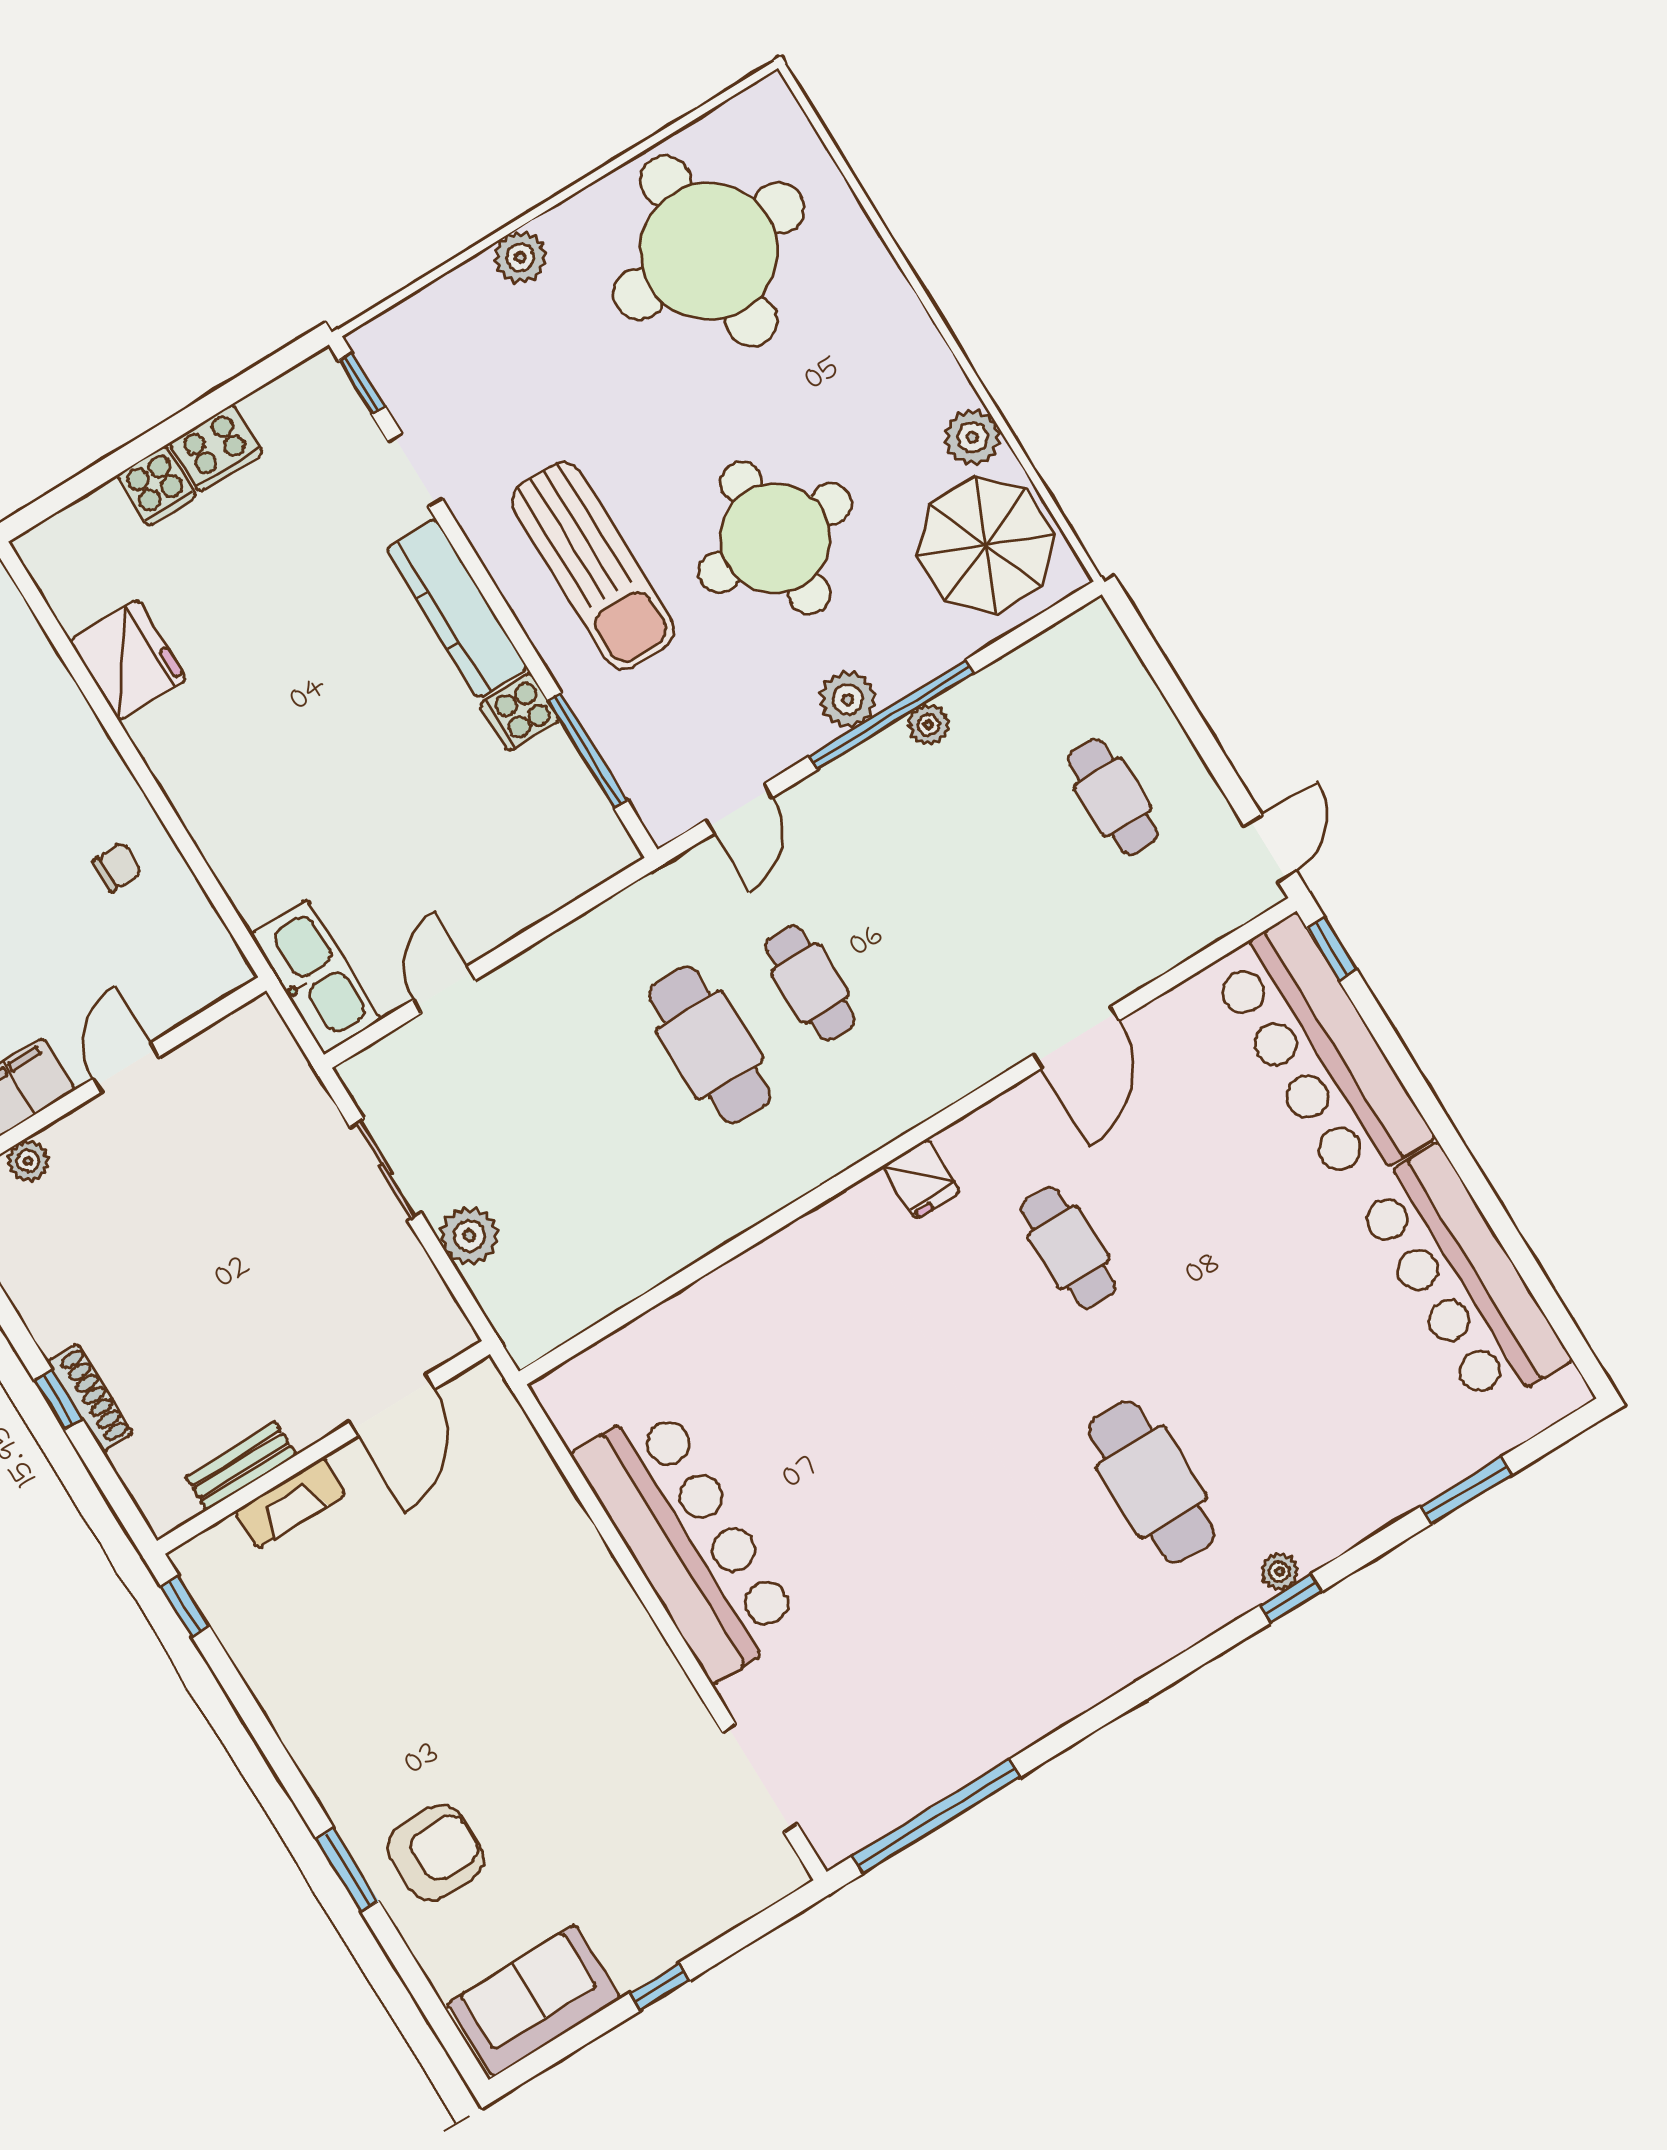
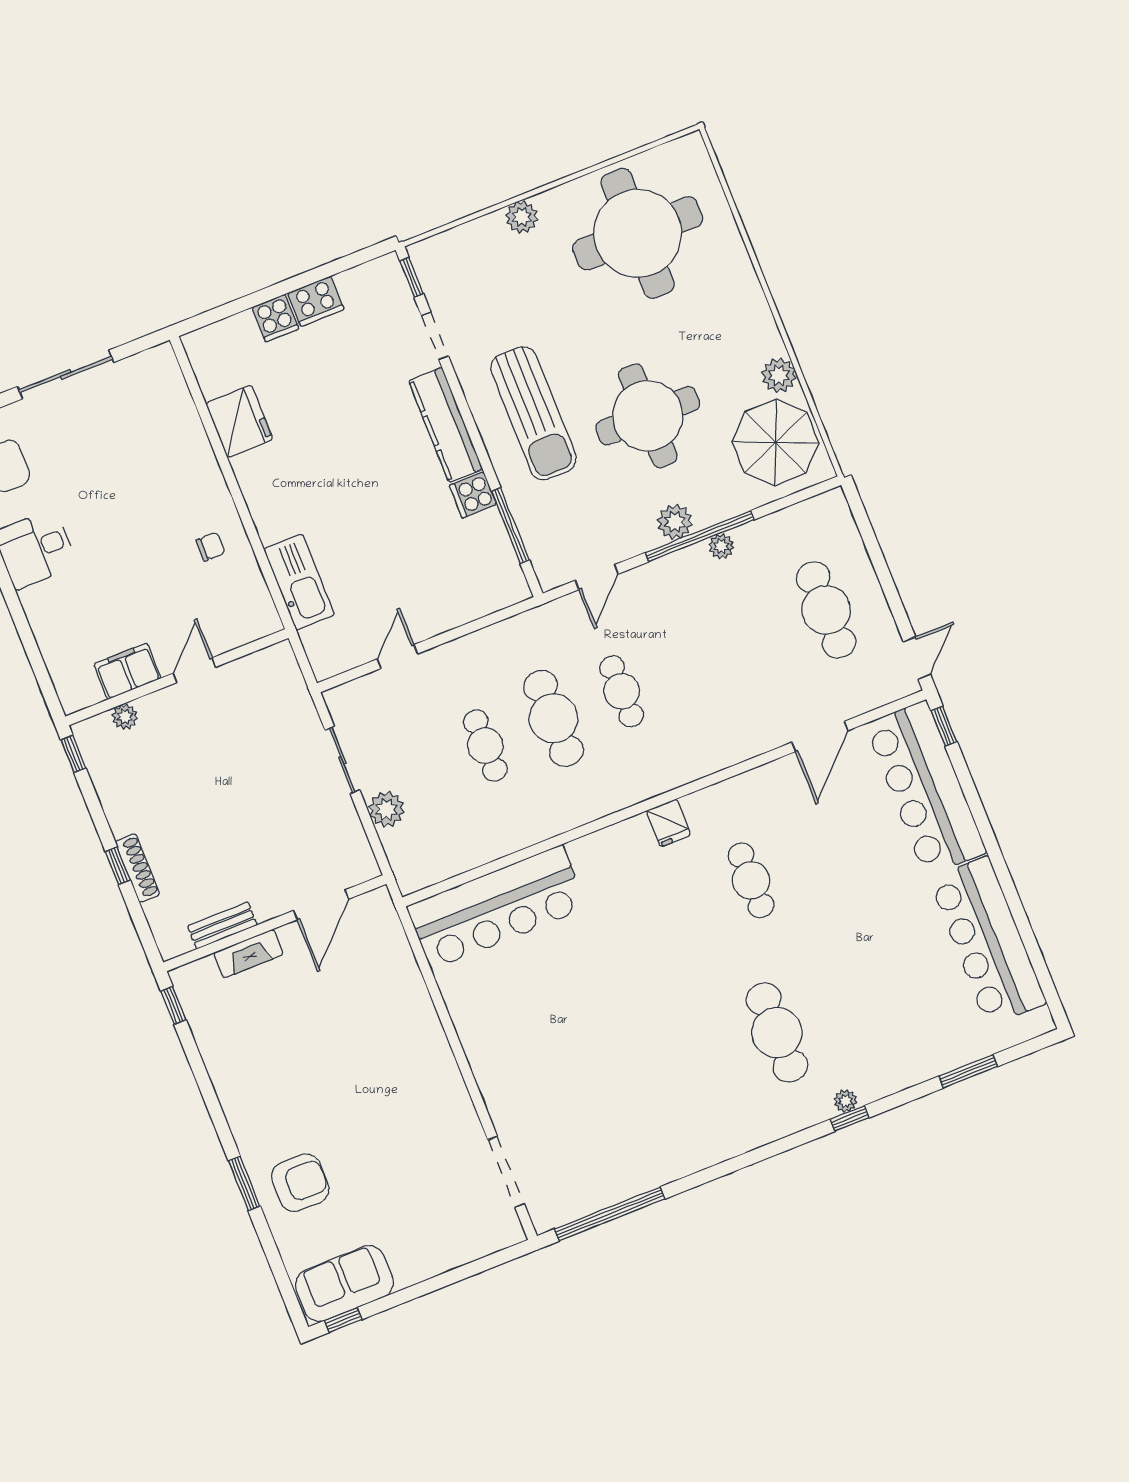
cafe table: (1113, 797) -> (826, 610), width x1.37, depth x1.35
kitchen sink: (316, 977) -> (299, 582), moved
door: (1076, 1037) -> (820, 736), moved
cafe table: (609, 1107) -> (485, 746), added
bar counter: (688, 1541) -> (497, 907), moved, turned 90
window: (659, 1987) -> (343, 1320), moved

